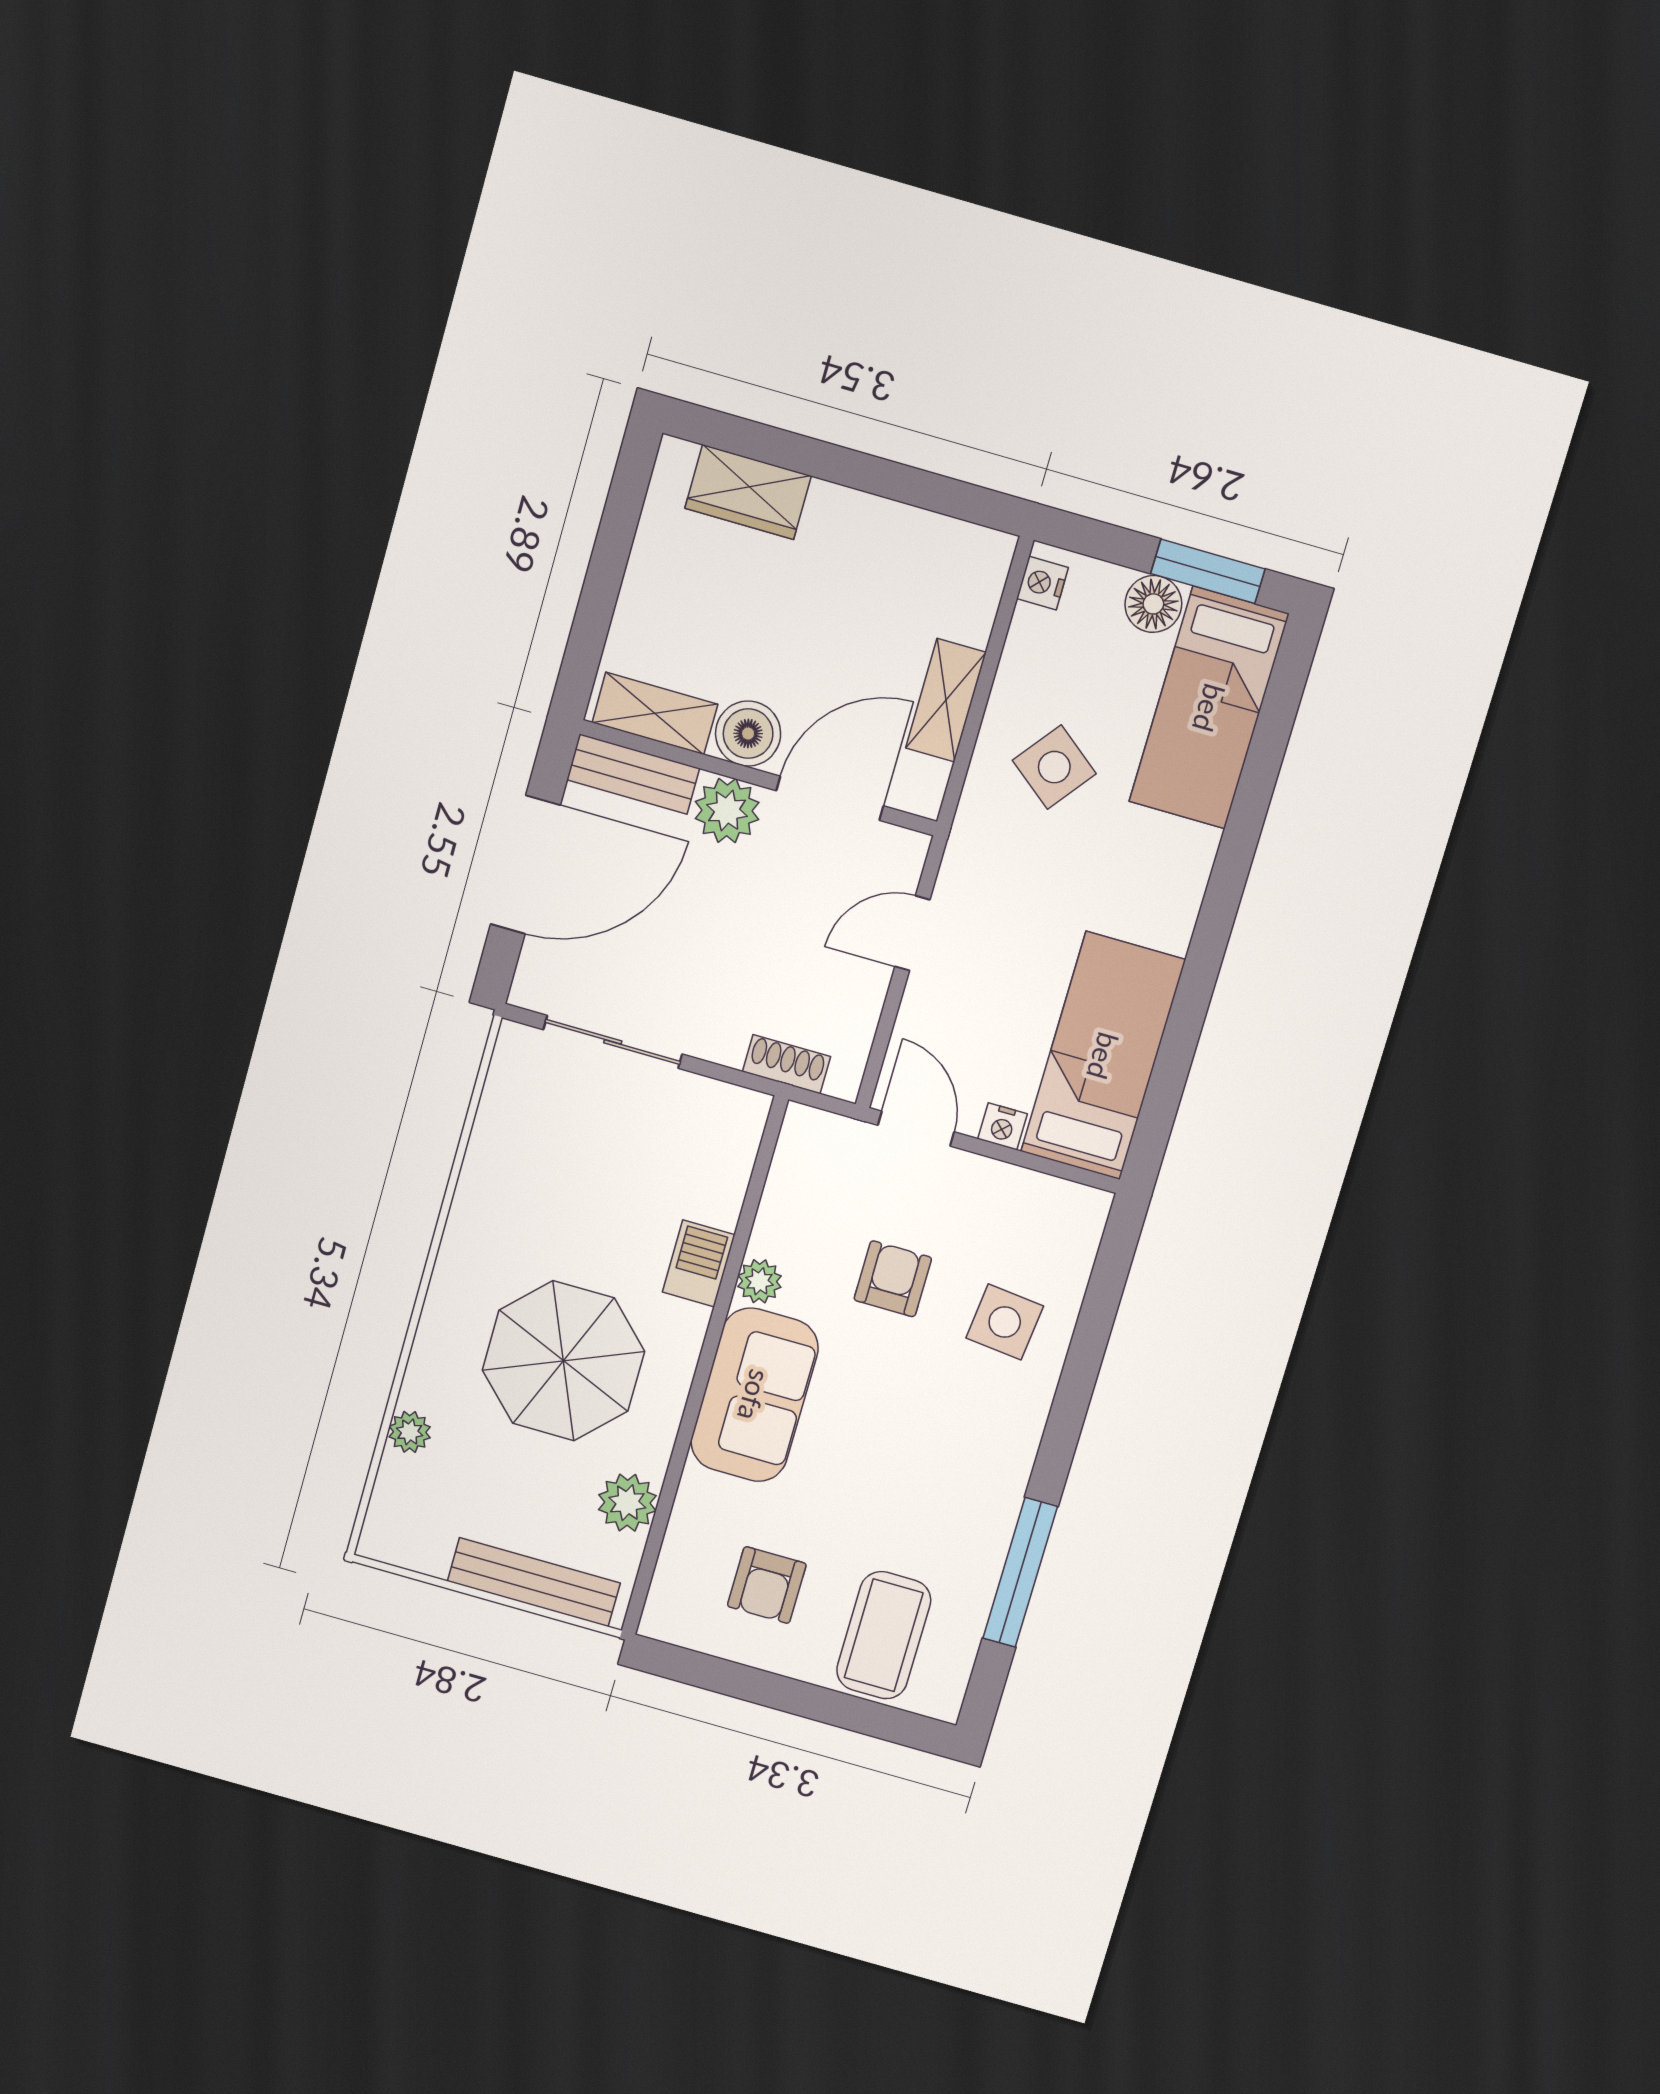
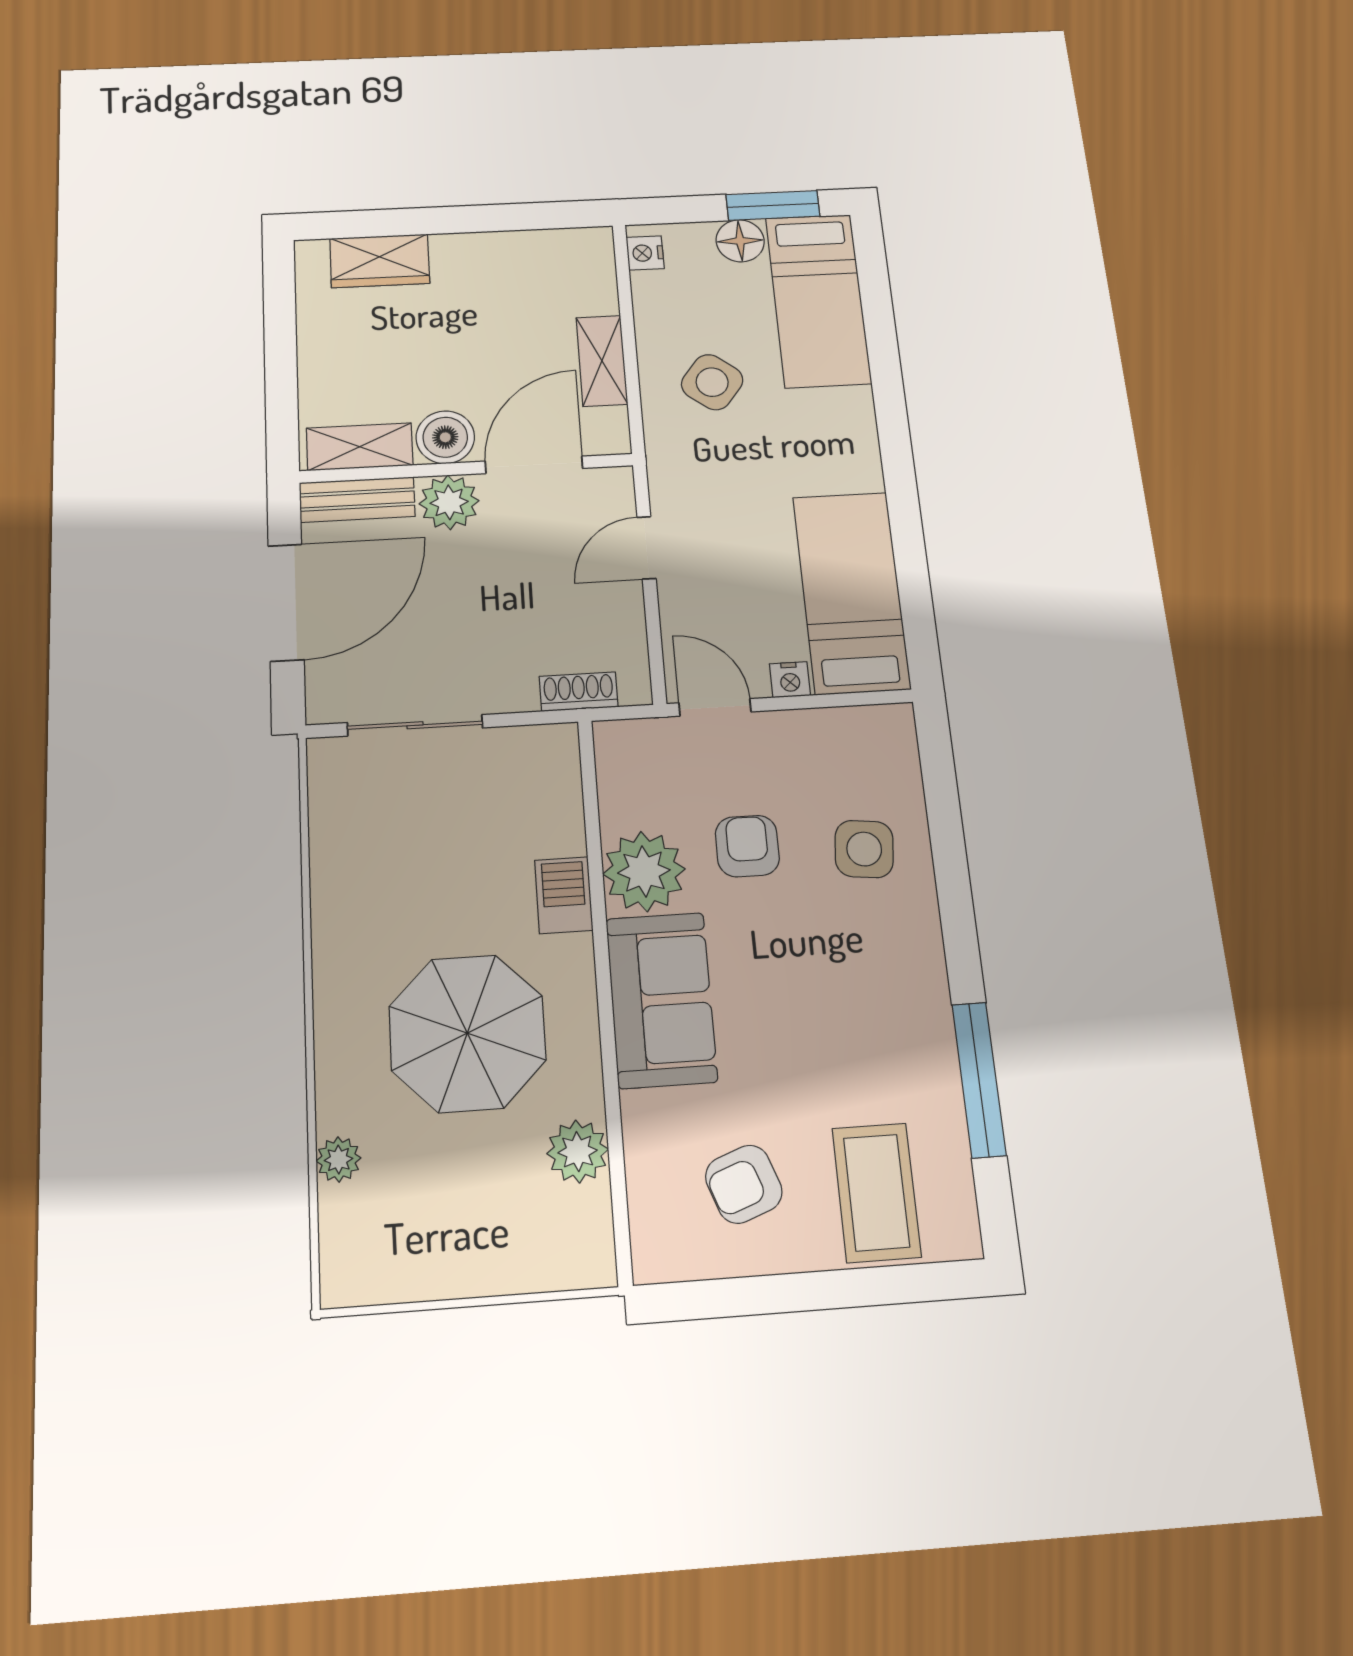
plant: (759, 1281) -> (644, 871), width x1.88, depth x1.88
bench: (534, 1582) -> (513, 1269), removed
armchair: (767, 1585) -> (744, 1184), turned 70

